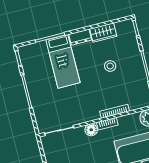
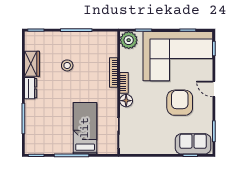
bed: (63, 61) -> (85, 128), moved, turned -90

